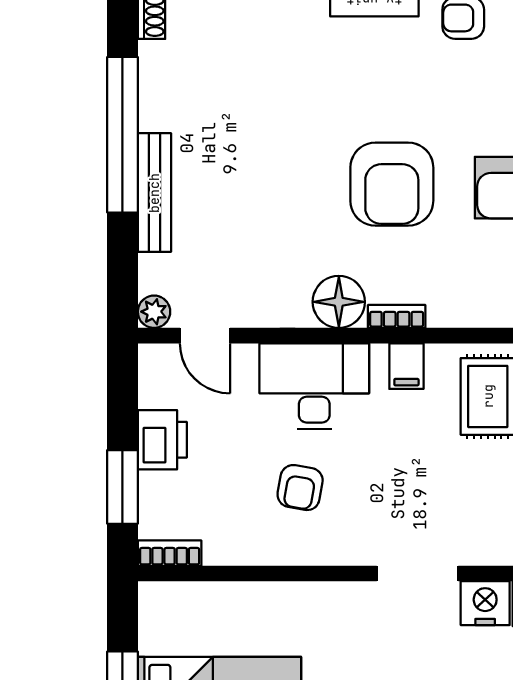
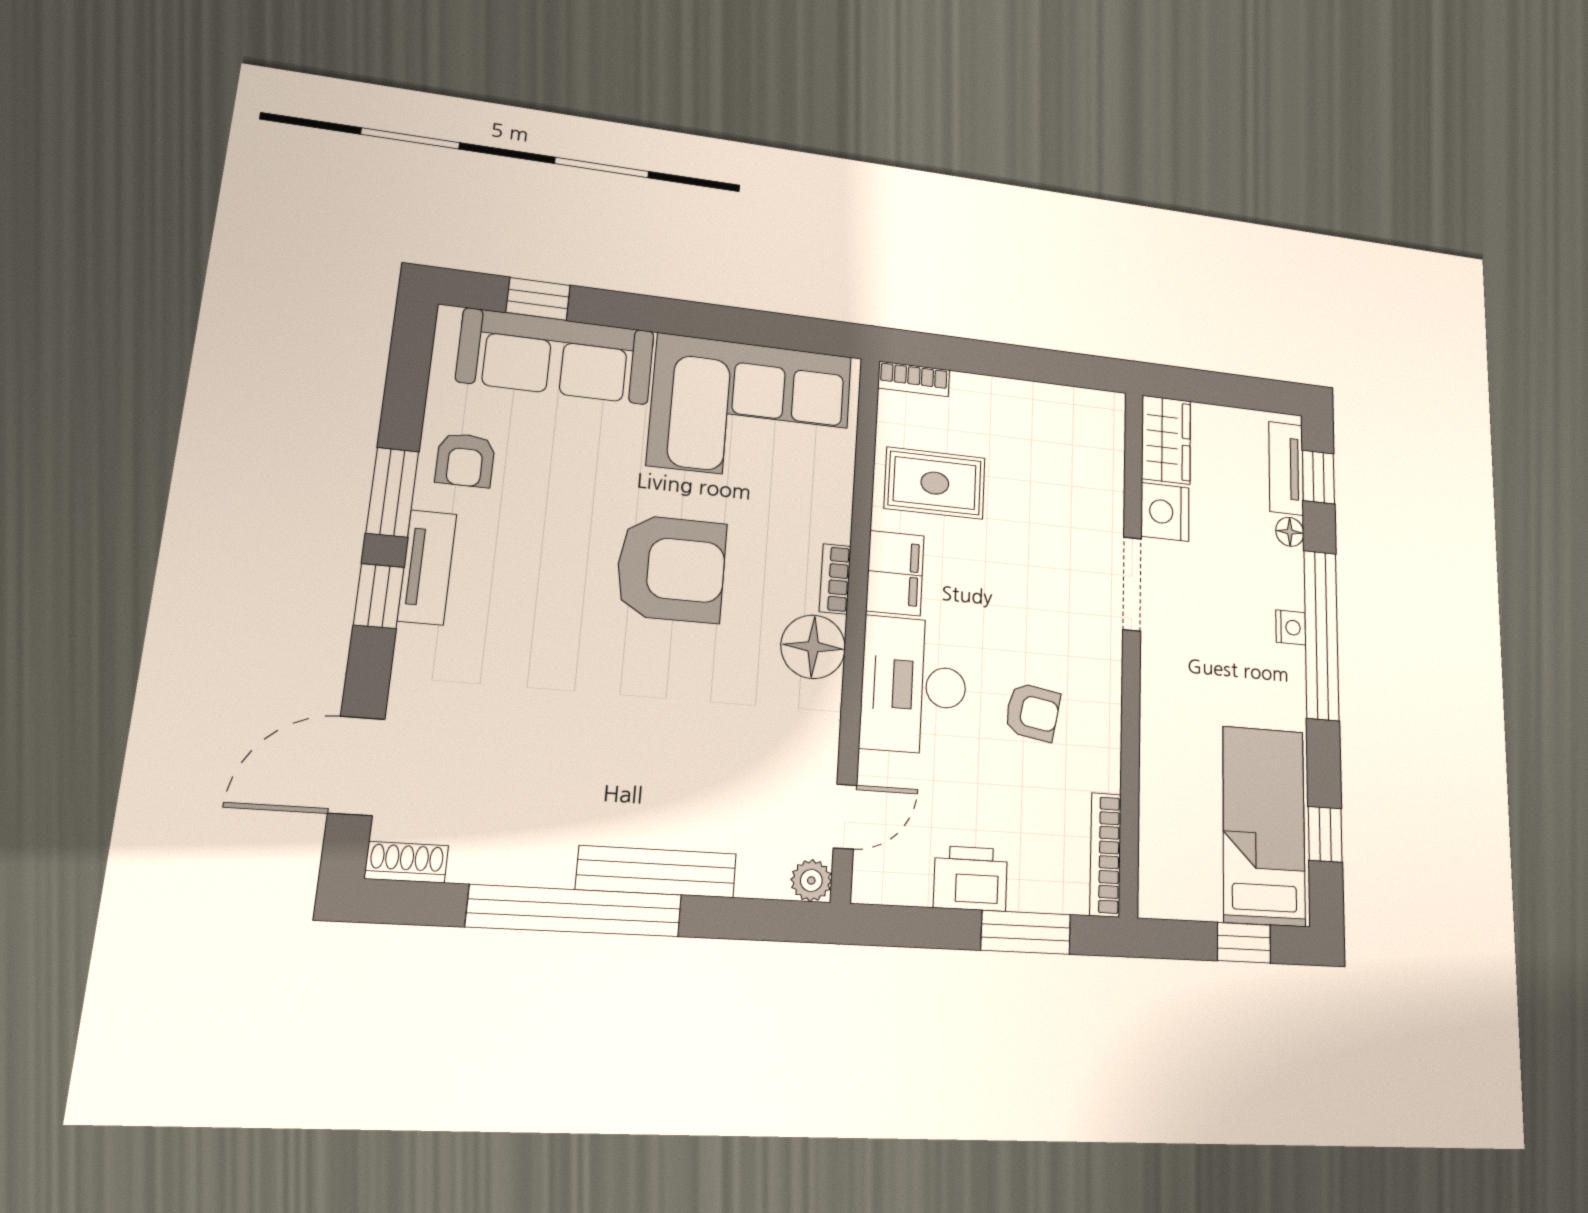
filing cabinet: (406, 366) -> (895, 573), width x2.00
bookcase: (170, 553) -> (1105, 855), width x1.56

